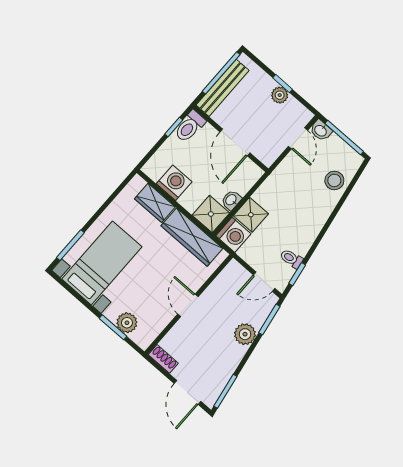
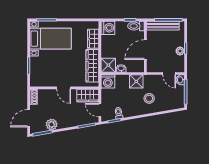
door: (298, 138) -> (169, 74), hinge flipped
stool: (334, 180) -> (149, 98), moved
washing machine: (174, 183) -> (108, 28), moved
shower: (251, 215) -> (136, 81), moved
wardrobe: (228, 281) -> (88, 96), added
door: (188, 305) -> (64, 88), swing flipped
plant: (127, 323) -> (35, 70), removed
plant: (245, 334) -> (52, 124), moved

